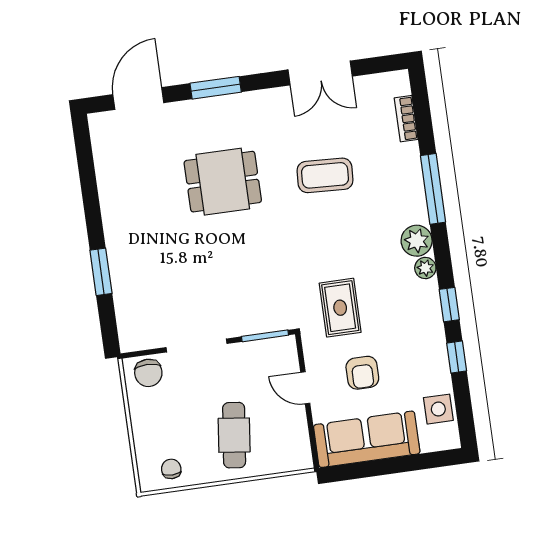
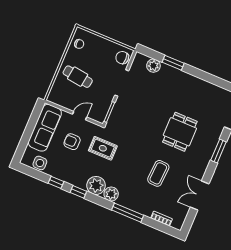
plant: (425, 268) -> (96, 185), width x1.88, depth x1.88
plant: (129, 305) -> (153, 66), added

